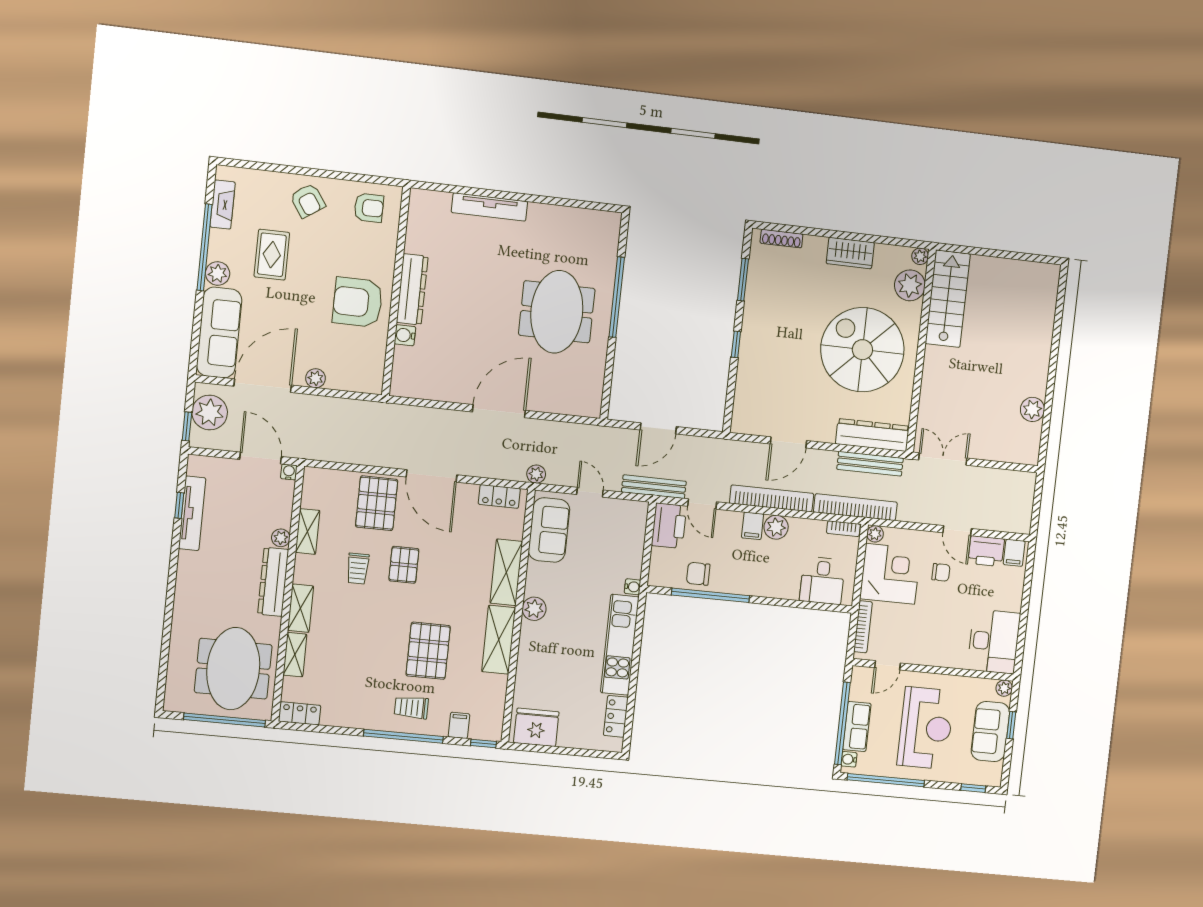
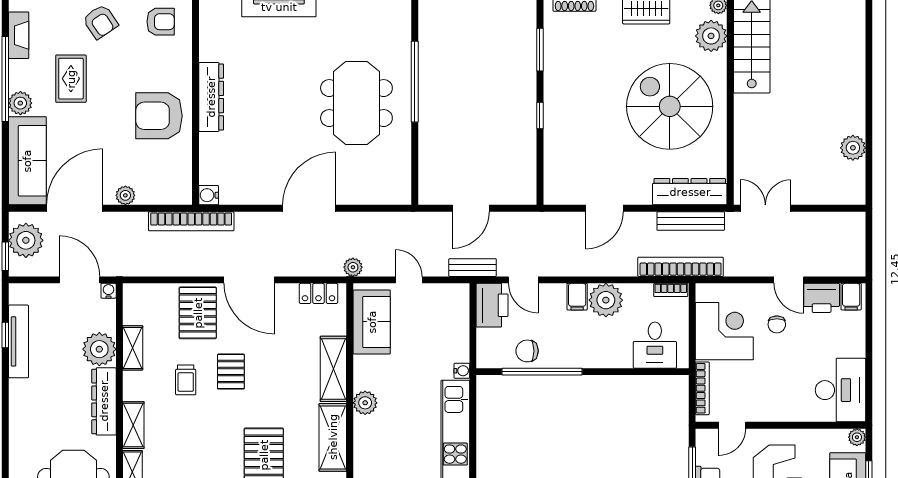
water cooler: (405, 335) -> (209, 195), moved
bench: (654, 487) -> (473, 268), width x0.73
bookcase: (772, 498) -> (191, 221), moved, turned 180
plant: (776, 527) -> (606, 300), width x1.36, depth x1.36
plant: (875, 534) -> (704, 292), removed
plant: (281, 538) -> (99, 349), width x1.88, depth x1.88
chair: (941, 572) -> (777, 324), turned 90

